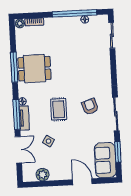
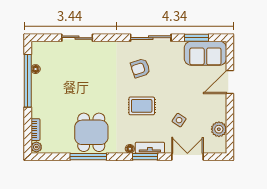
sliding door: (112, 35) -> (77, 38), moved
window: (17, 114) -> (145, 157), width x0.69

